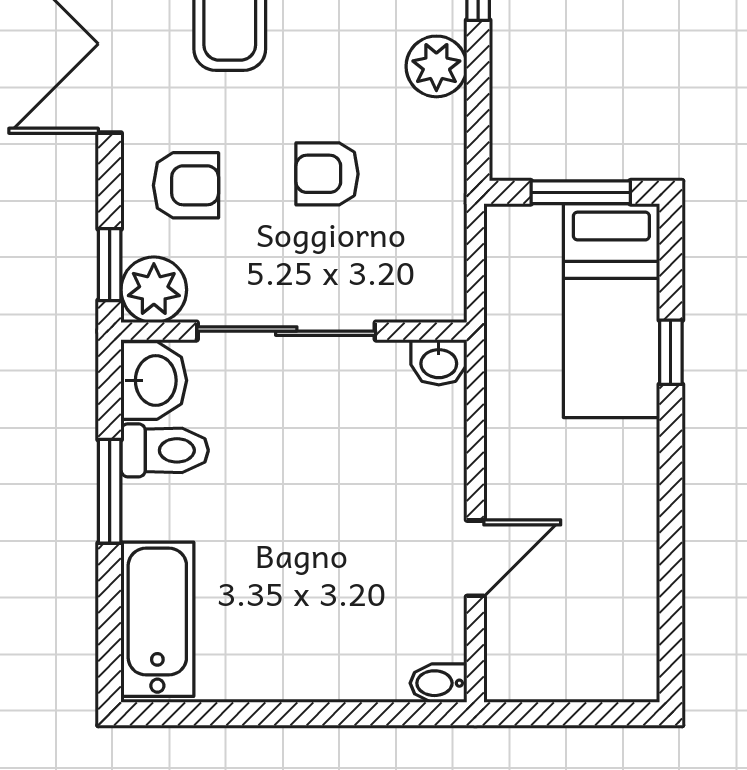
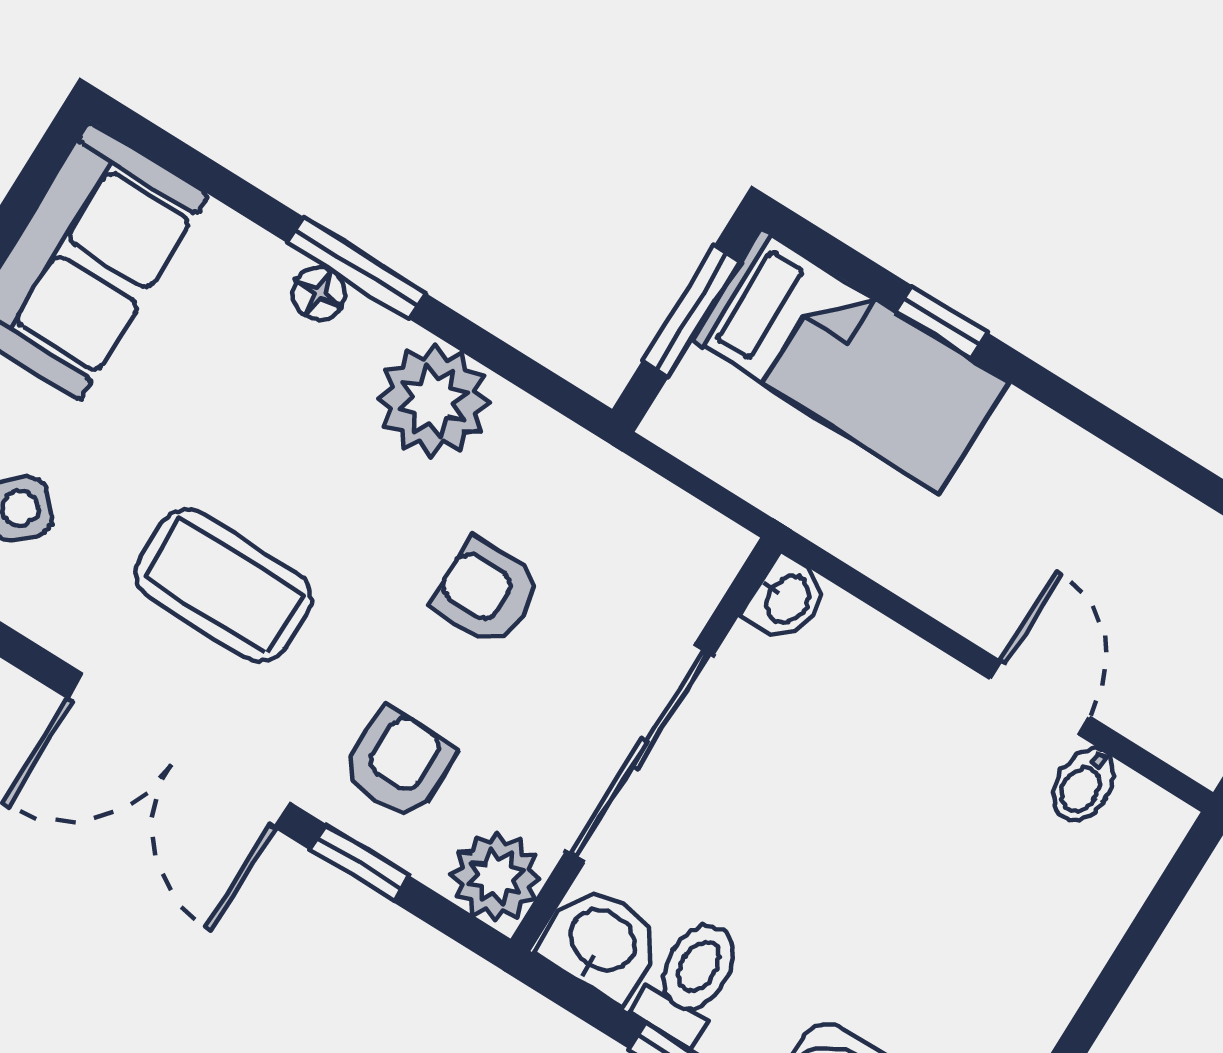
plant: (436, 66) -> (433, 401), width x1.36, depth x1.36
armchair: (327, 174) -> (487, 592), turned 90
window: (110, 265) -> (360, 863), moved
bidet: (438, 683) -> (1083, 784), moved

